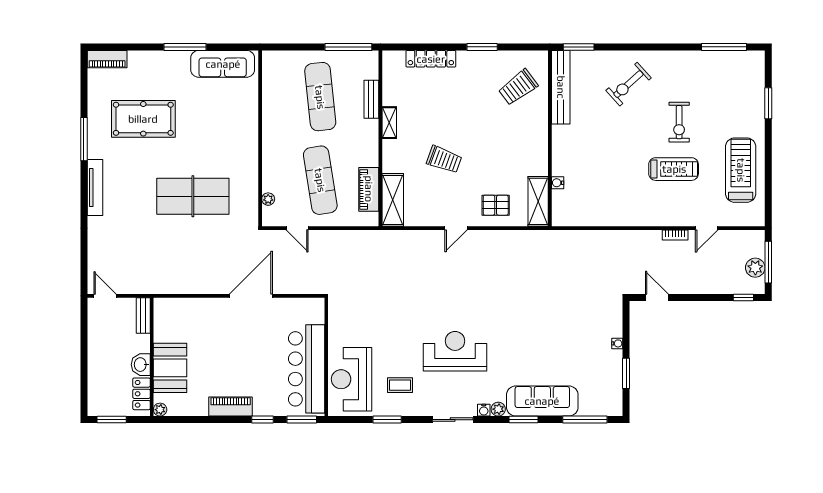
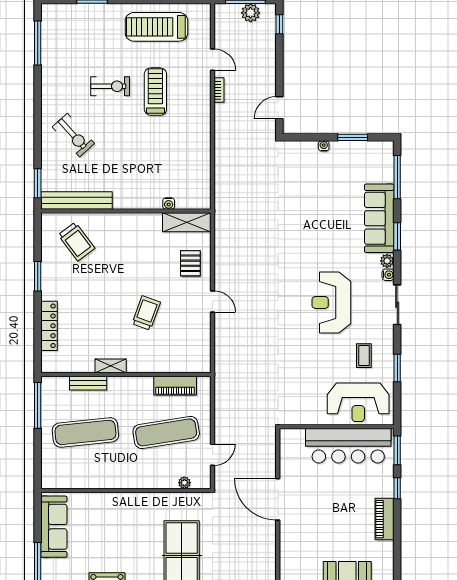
shelving: (393, 200) -> (185, 363), removed

